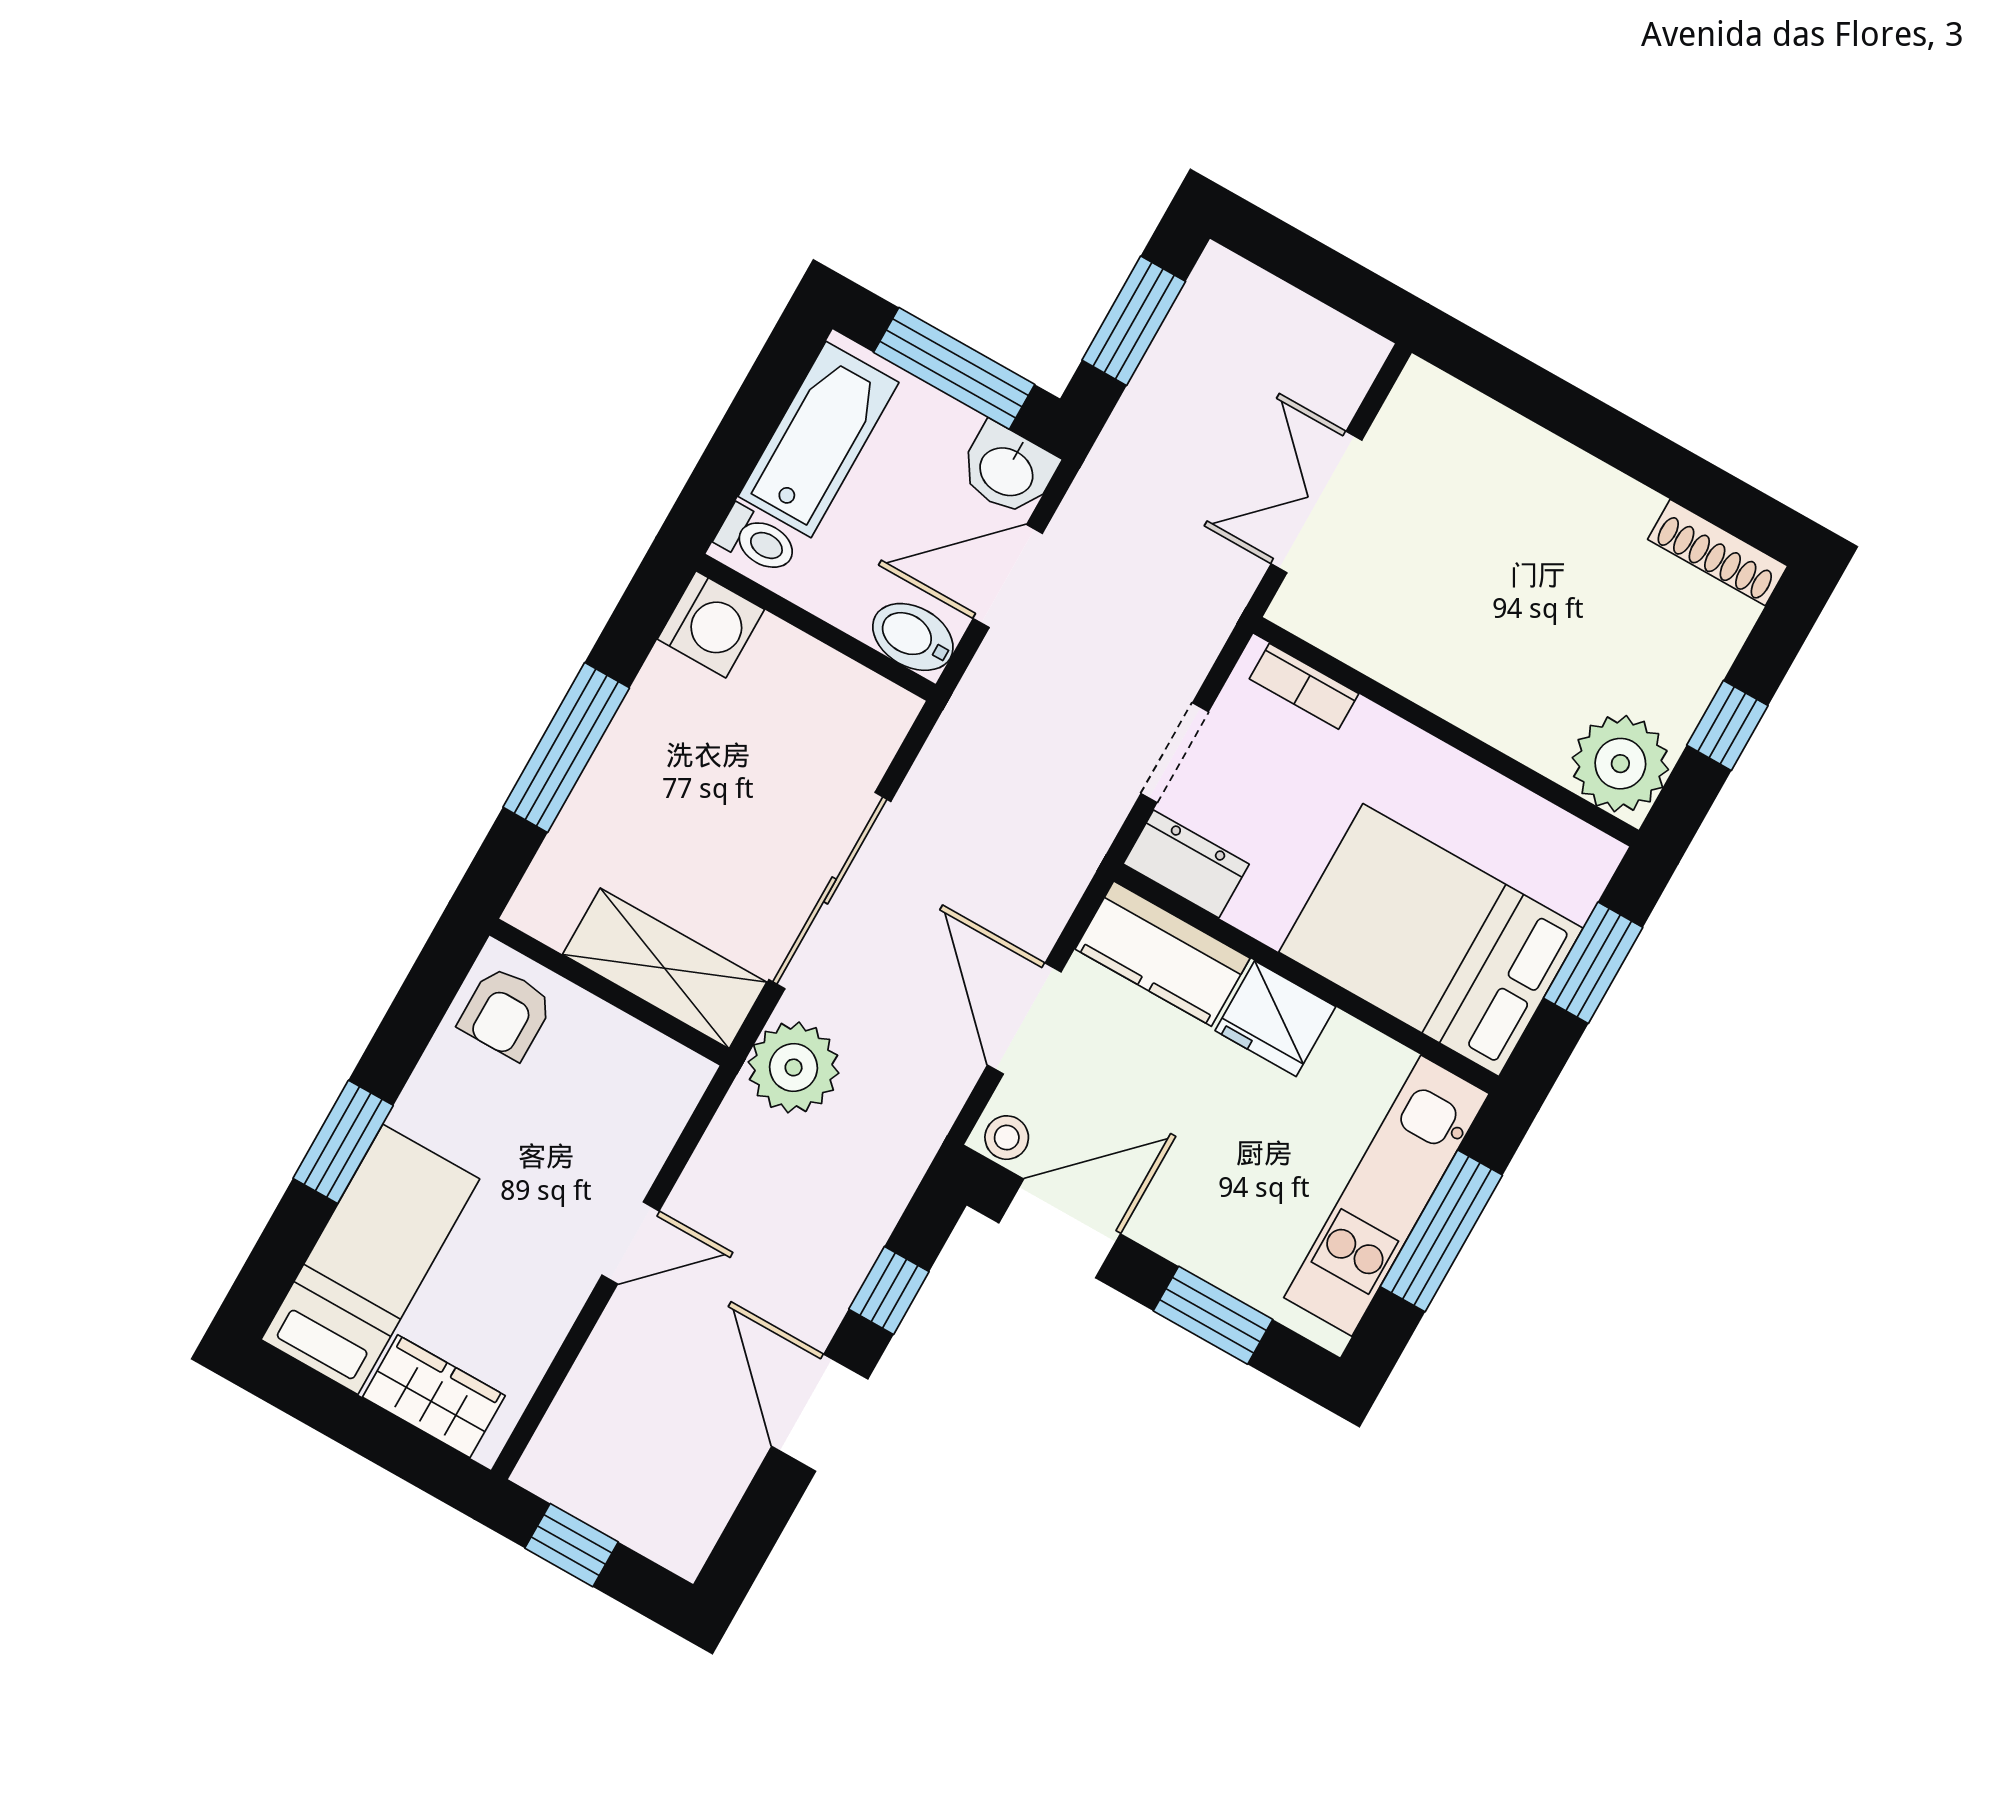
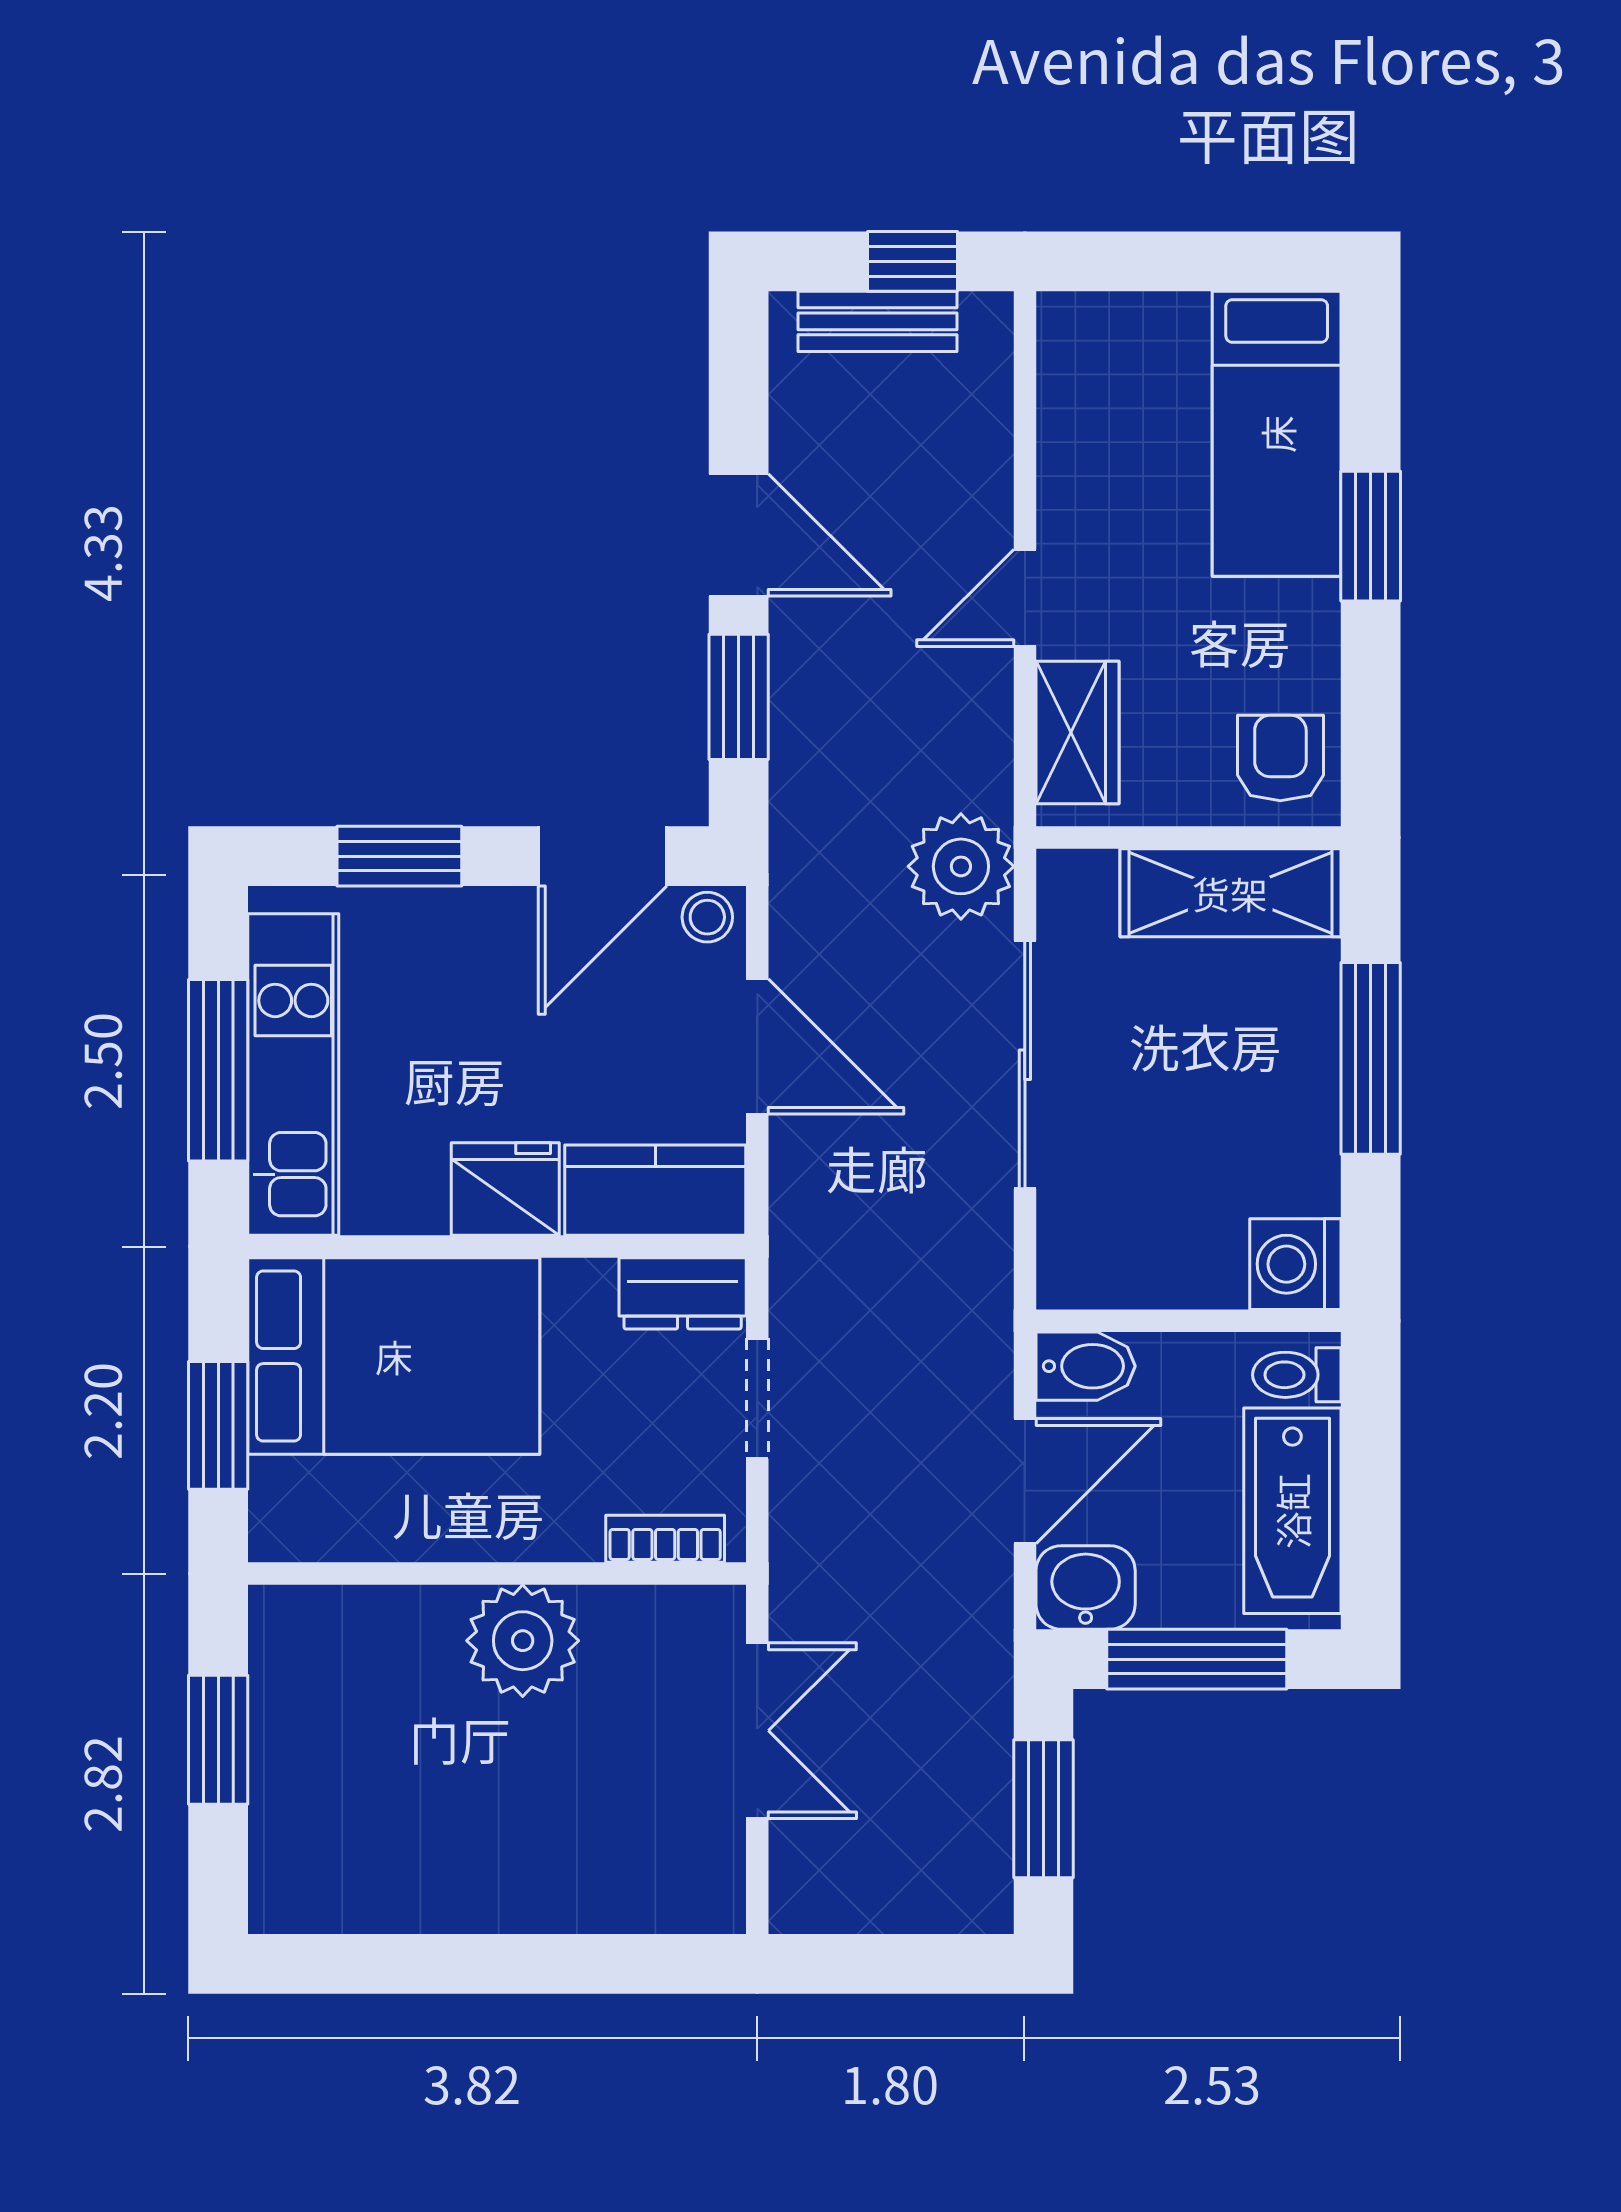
shoe rack: (1718, 553) -> (326, 1908), removed
window: (1727, 725) -> (218, 1740), width x1.50
plant: (1620, 764) -> (523, 1641), moved
shelving: (665, 968) -> (1230, 893), moved
window: (889, 1290) -> (739, 697), width x1.50
wardrobe: (434, 1396) -> (1077, 733), moved, turned -90
bench: (624, 1515) -> (878, 321), added

